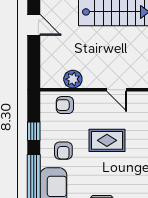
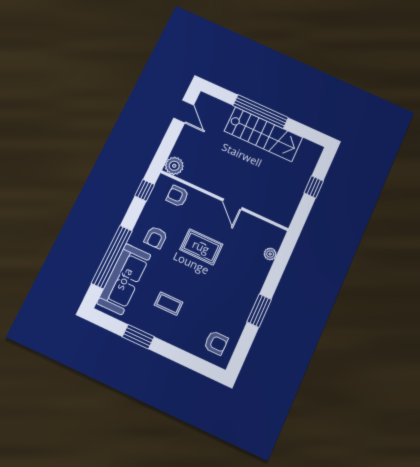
plant: (73, 79) -> (174, 166), moved
window: (34, 131) -> (145, 190), moved

